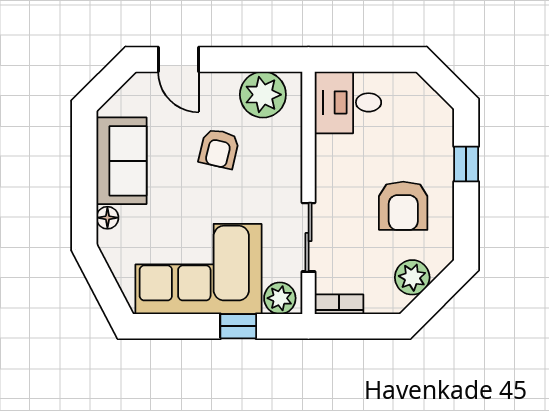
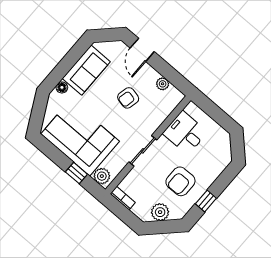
plant: (263, 95) -> (163, 84), width x0.53, depth x0.53
desk: (348, 102) -> (185, 133), moved
window: (466, 164) -> (206, 201), moved
sliding door: (309, 237) -> (143, 151), moved

